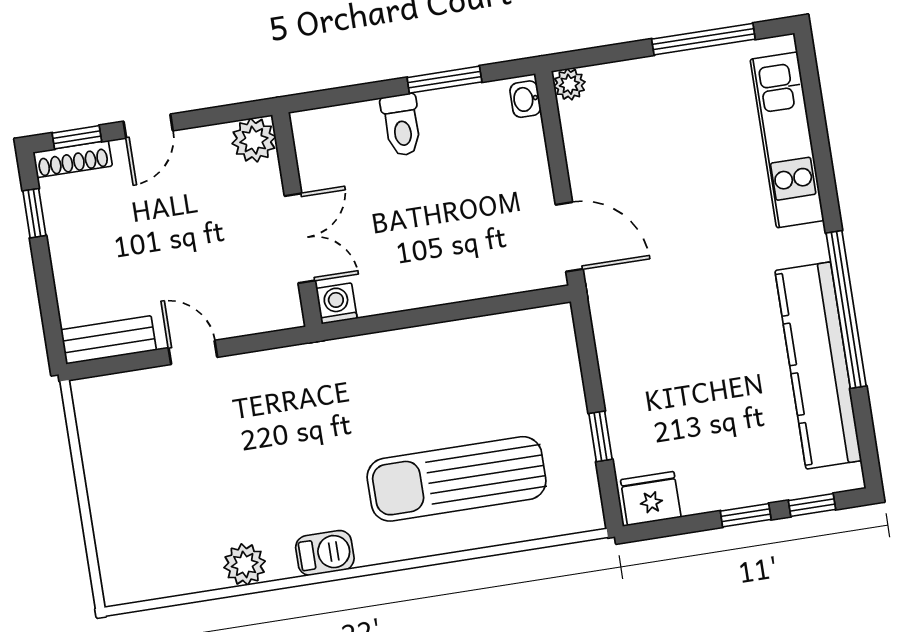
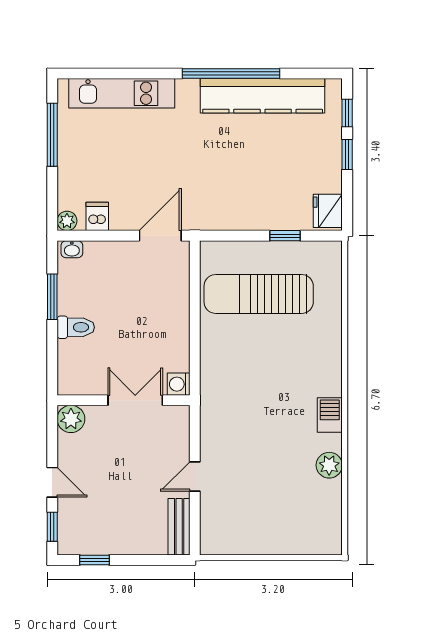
dishwasher: (584, 132) -> (97, 216), added
shoe rack: (73, 159) -> (65, 531), removed
sun lounger: (457, 479) -> (259, 294), moved, turned 90

